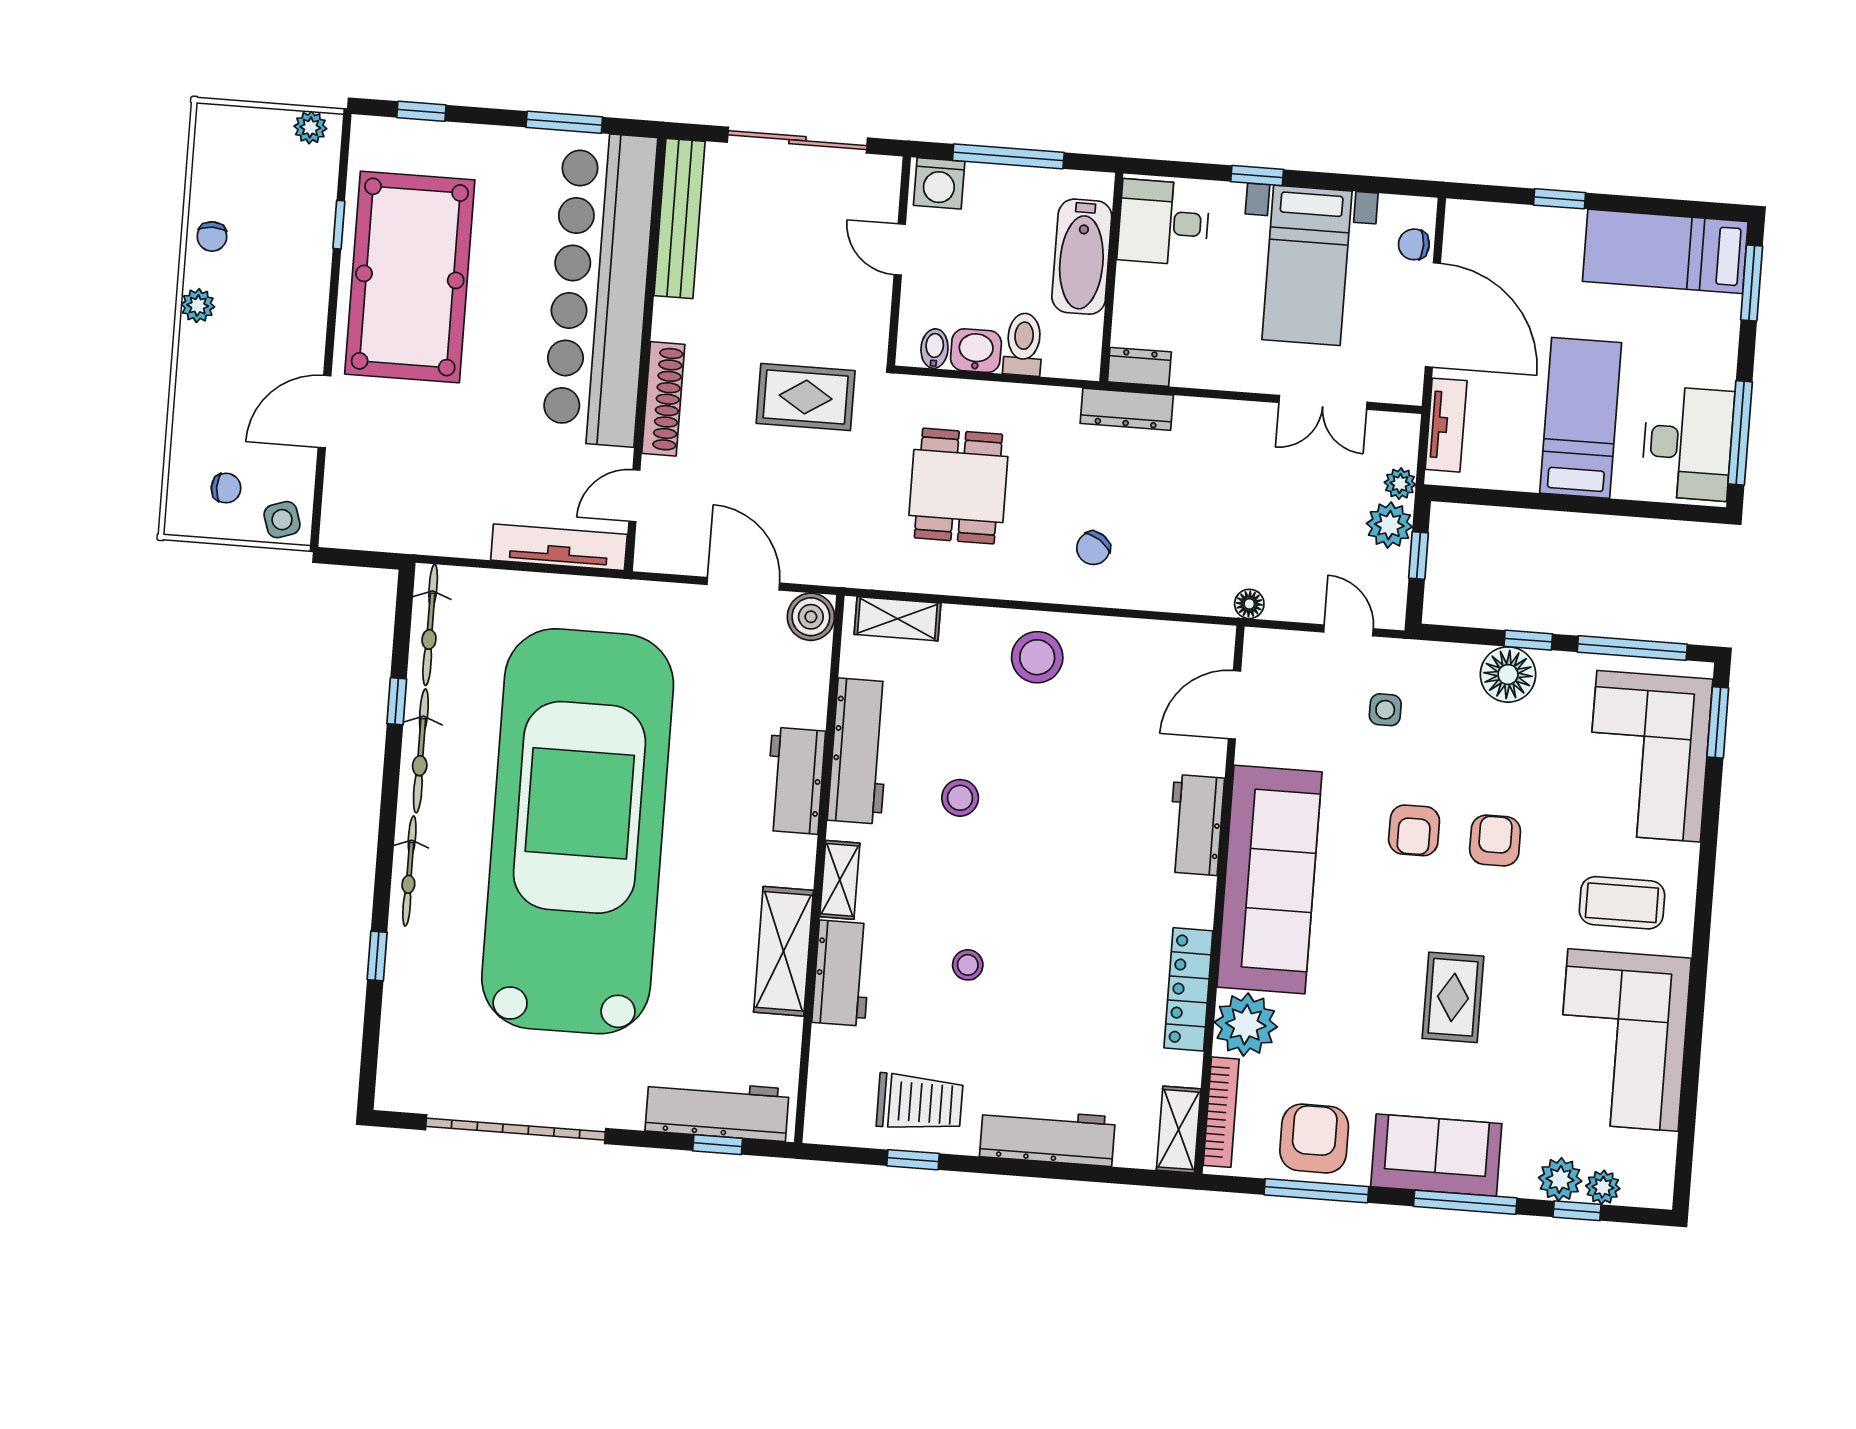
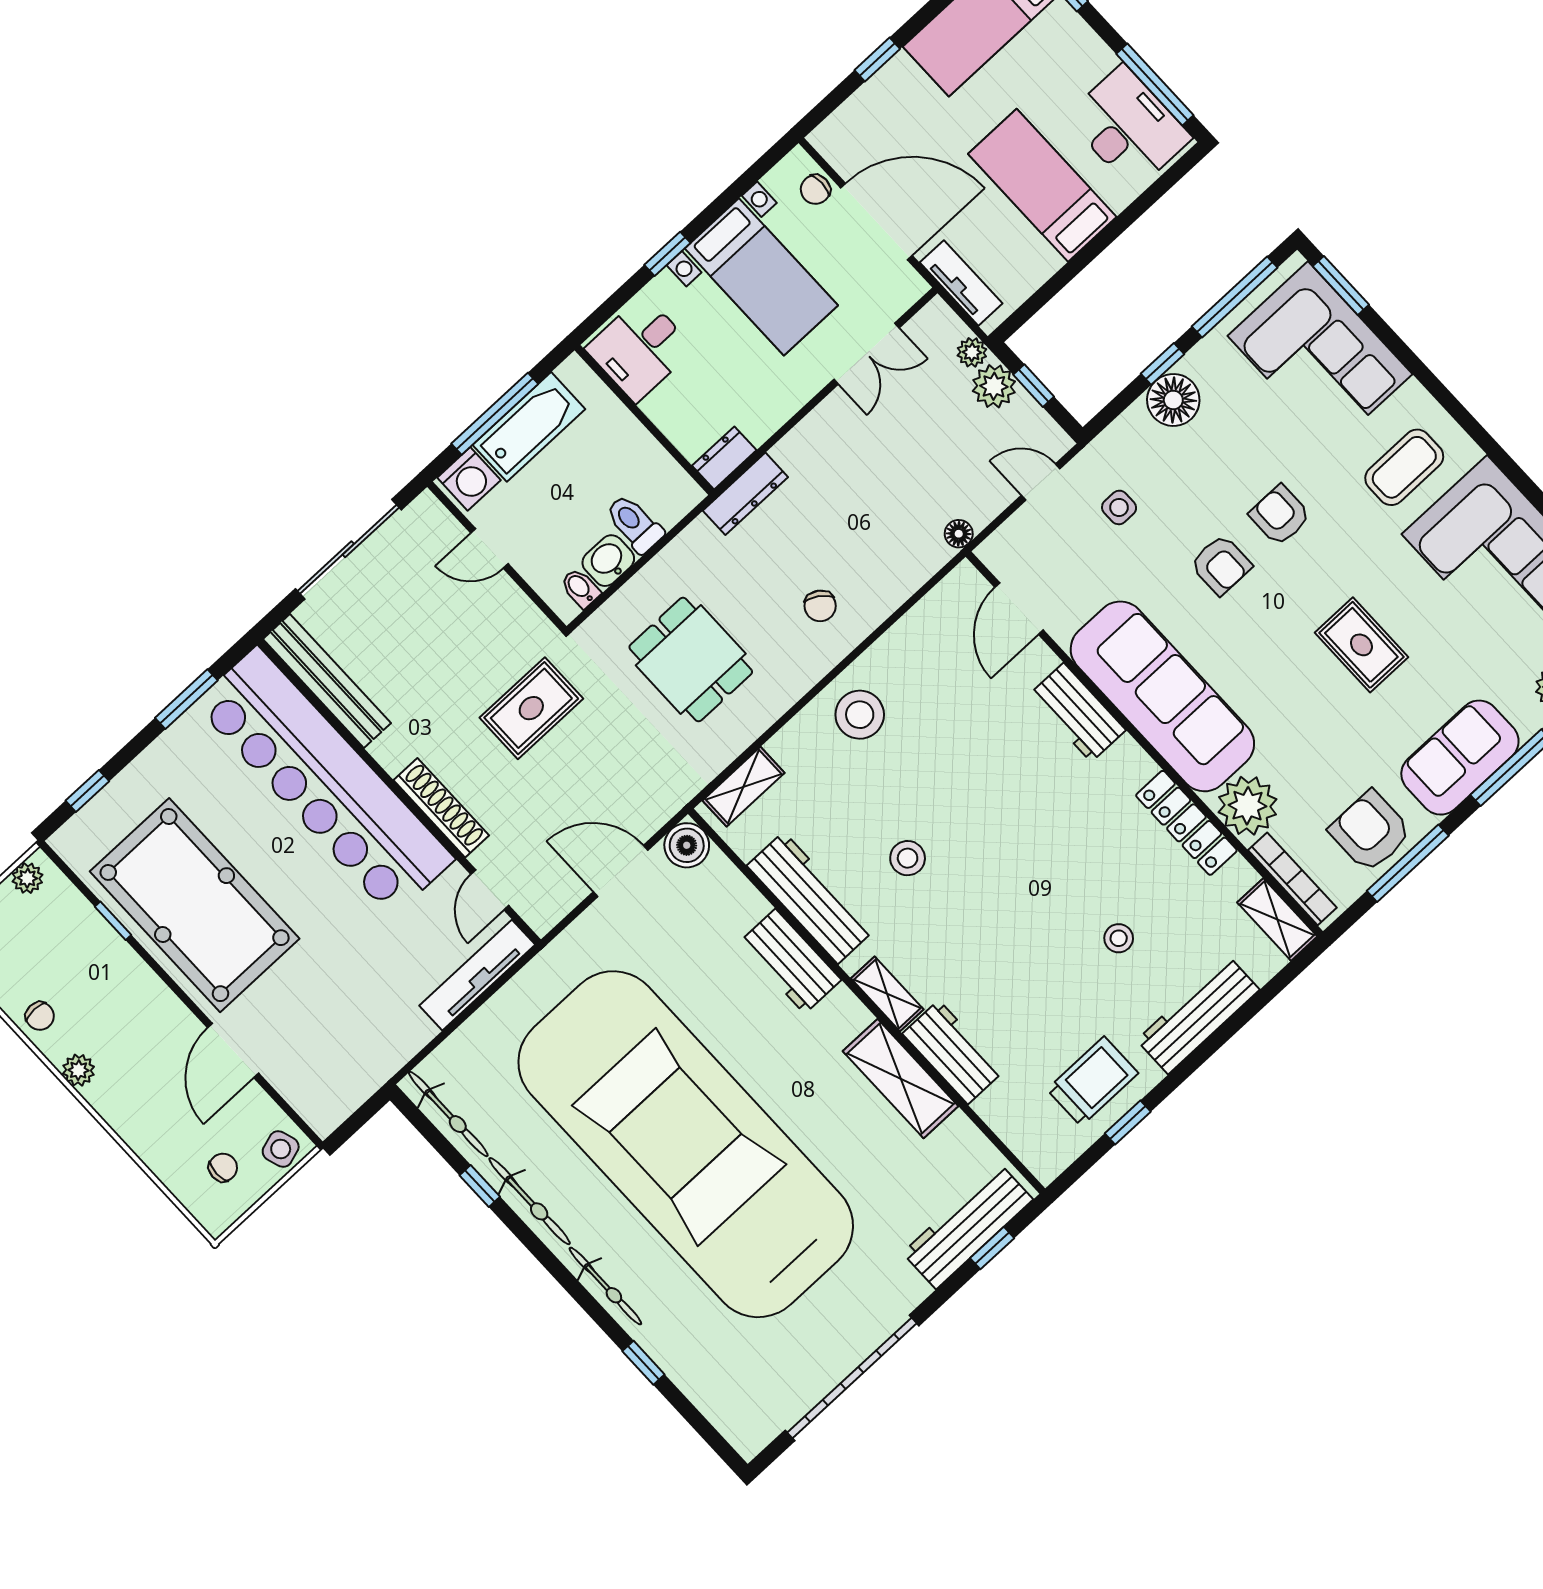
bathtub: (1082, 257) -> (529, 427), moved, turned -90
stool: (968, 965) -> (1119, 938), moved

